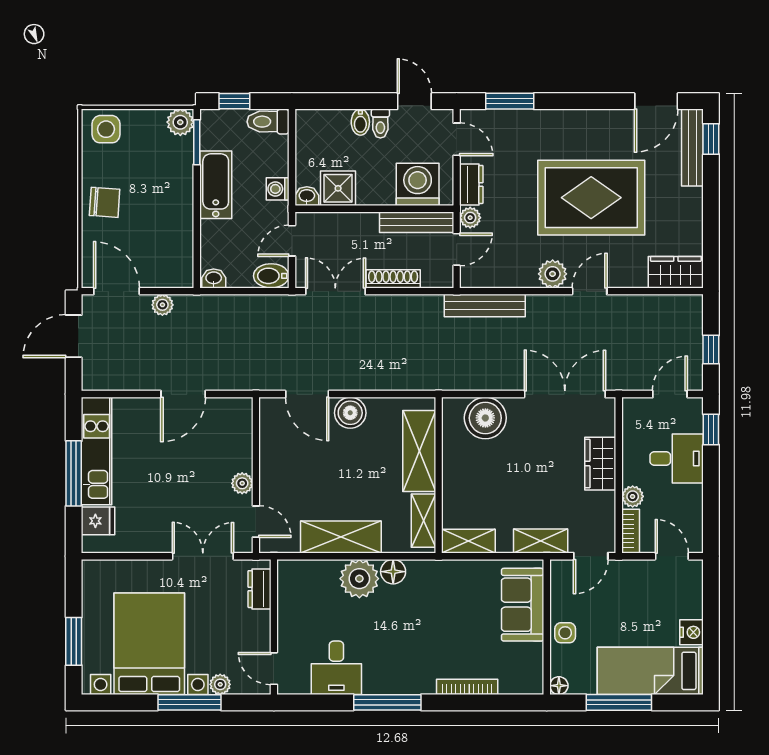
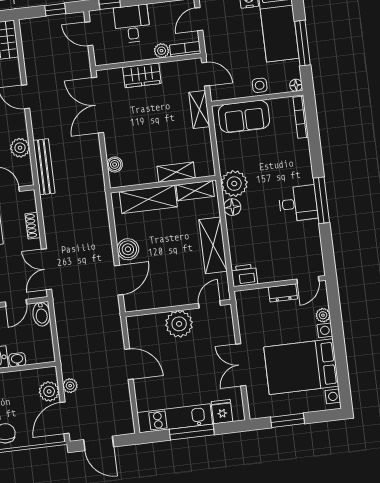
door: (292, 241) -> (16, 303), hinge flipped
plant: (158, 273) -> (49, 391), added
plant: (553, 274) -> (20, 148), moved
washbasin: (214, 278) -> (17, 360), moved, turned 90
shoe rack: (393, 279) -> (33, 226), width x0.70
boiler: (485, 418) -> (115, 164), width x0.54, depth x0.54
plant: (242, 483) -> (179, 324), width x1.87, depth x1.87
shelving: (468, 541) -> (176, 172), moved, turned 90
double door: (203, 556) -> (241, 365), moved
printer: (292, 577) -> (244, 275), added
plant: (359, 579) -> (234, 184), moved
dresser: (259, 589) -> (283, 293), moved
window: (74, 641) -> (288, 420), moved
desk: (336, 668) -> (298, 203), moved
bookcase: (467, 687) -> (301, 117), moved
window: (189, 702) -> (338, 335), removed

